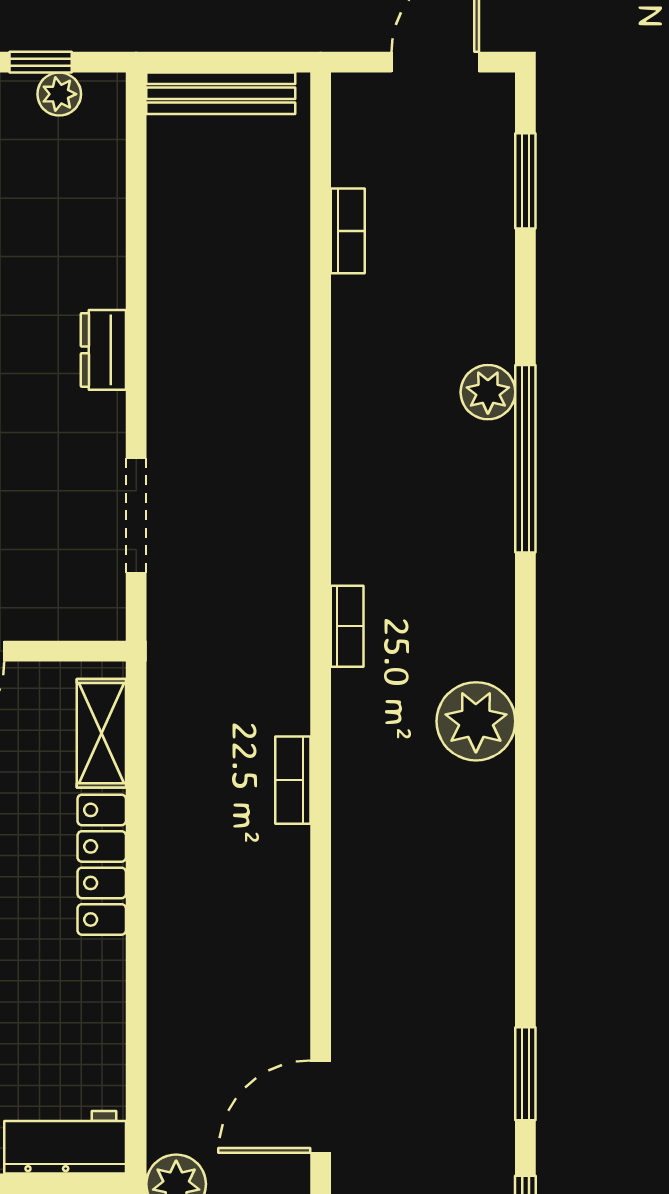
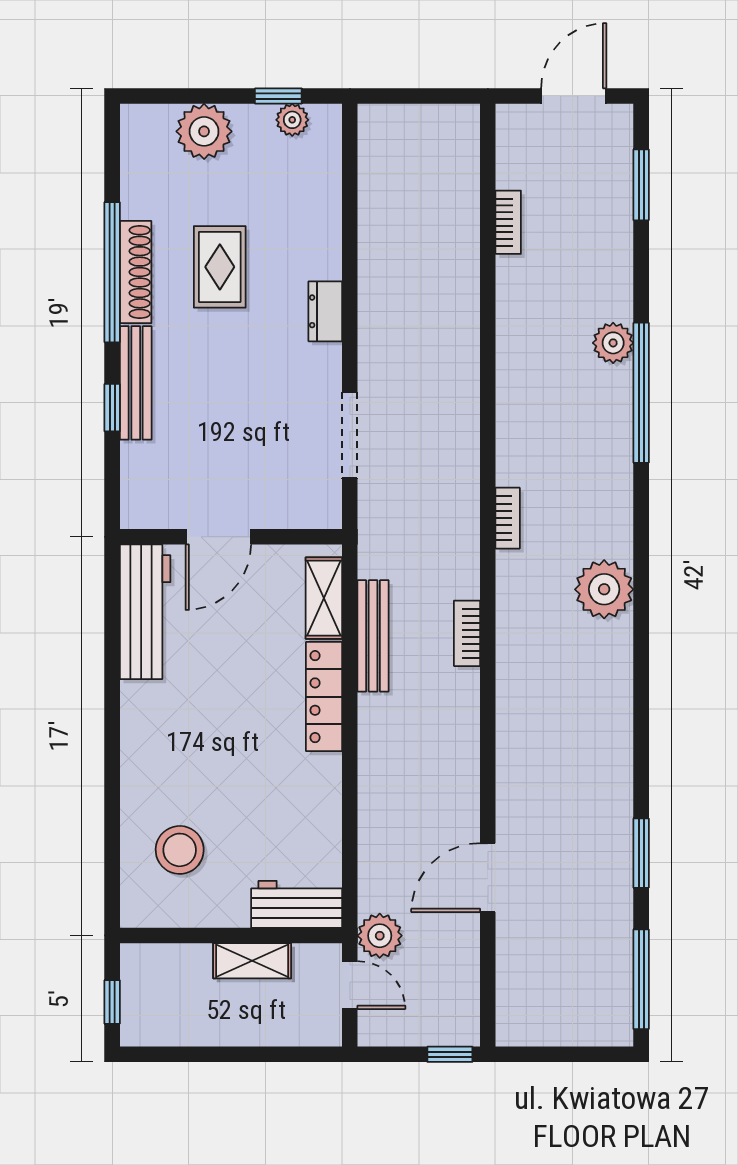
bench: (221, 93) -> (373, 636), moved, turned 90

